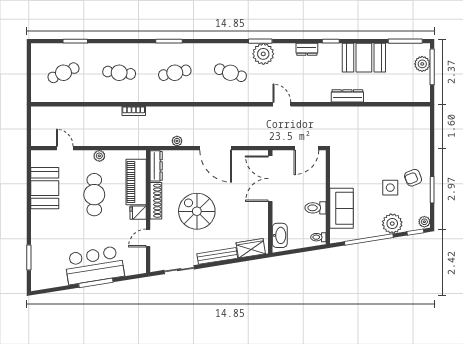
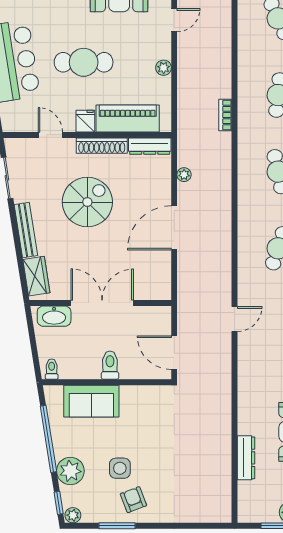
dresser: (347, 96) -> (246, 458), moved
double door: (270, 179) -> (102, 303), moved
cafe table: (94, 195) -> (84, 62), moved
toilet: (315, 208) -> (110, 365), moved

